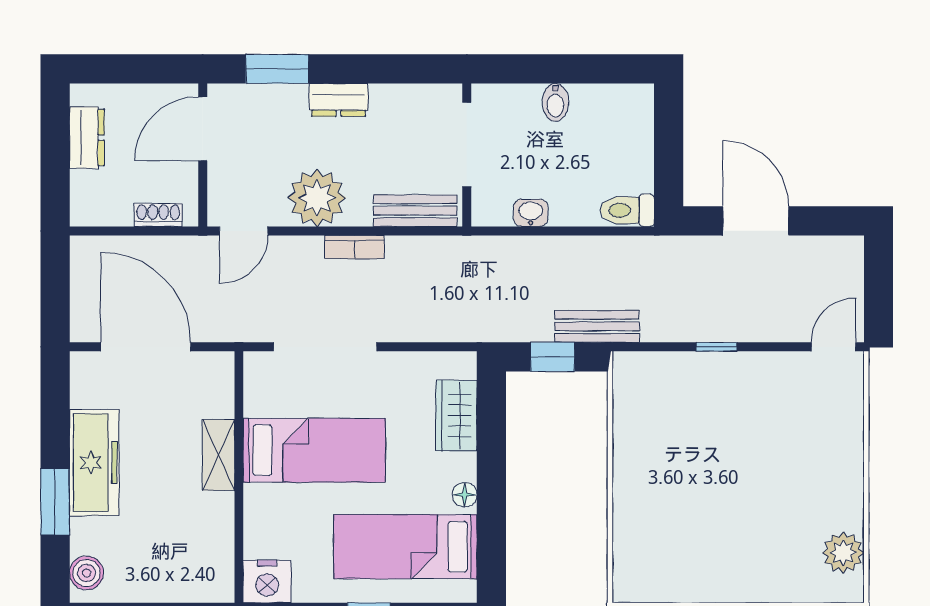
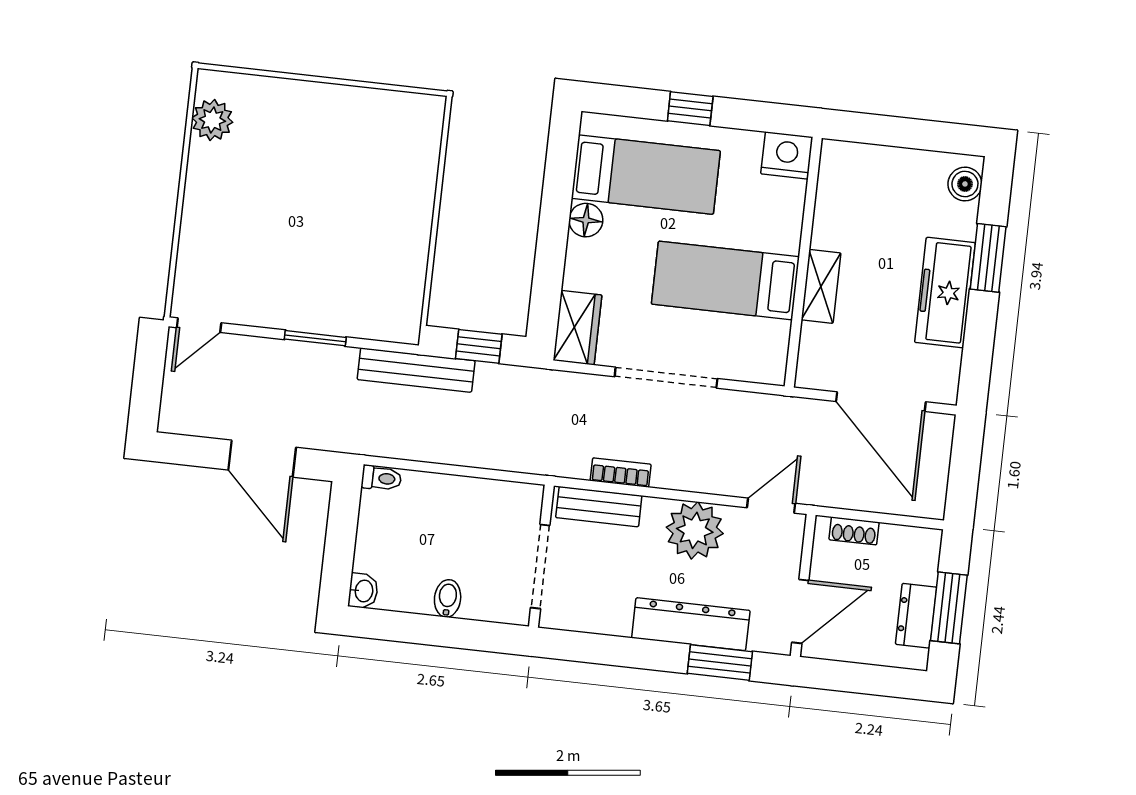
dresser: (339, 100) -> (691, 624), width x1.96, depth x1.24
window: (55, 149) -> (949, 608), added
toilet: (627, 210) -> (381, 478), width x0.73, depth x0.72
washbasin: (531, 213) -> (363, 591), moved, turned -90
bookcase: (355, 247) -> (621, 473), moved
bench: (597, 326) -> (416, 370), width x1.36
doorway: (325, 347) -> (666, 378), moved
window: (716, 347) -> (315, 338), width x1.50
wardrobe: (456, 416) -> (577, 328), moved
floor lamp: (465, 495) -> (586, 220), width x1.37, depth x1.37

